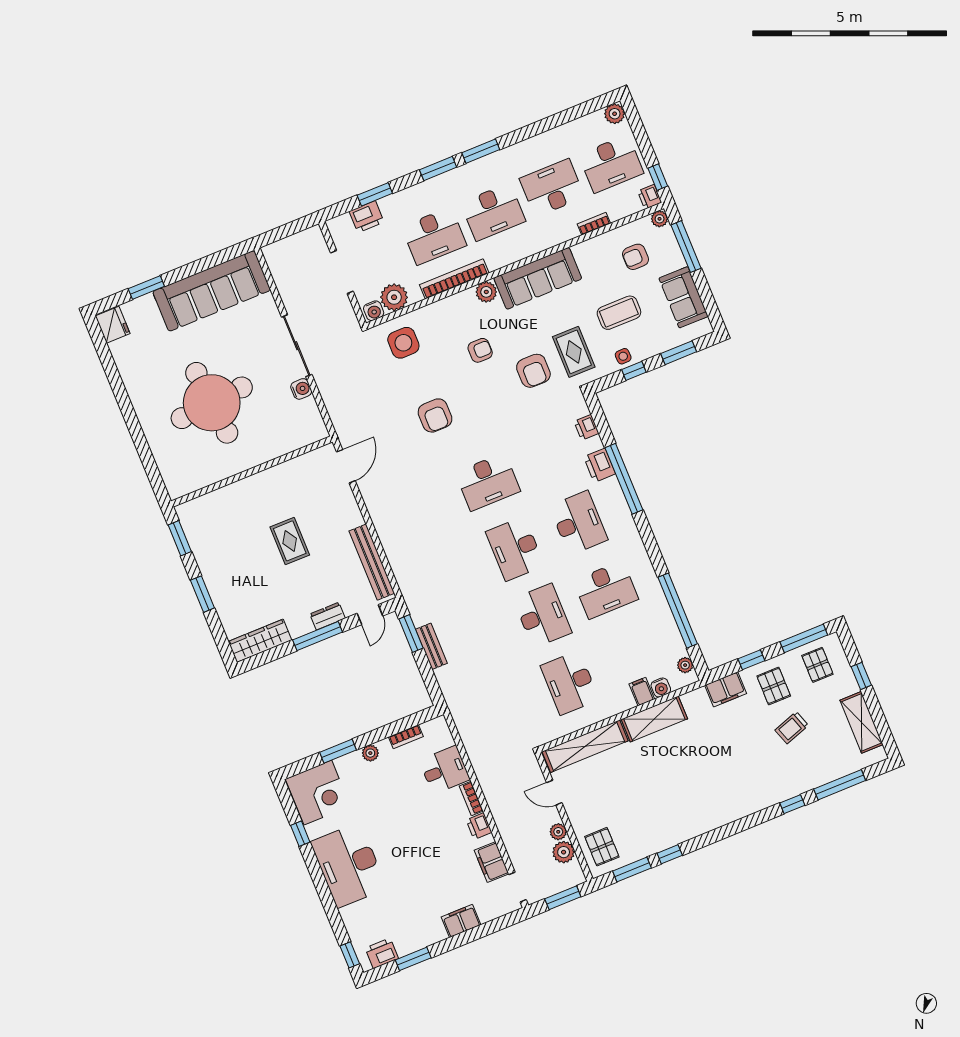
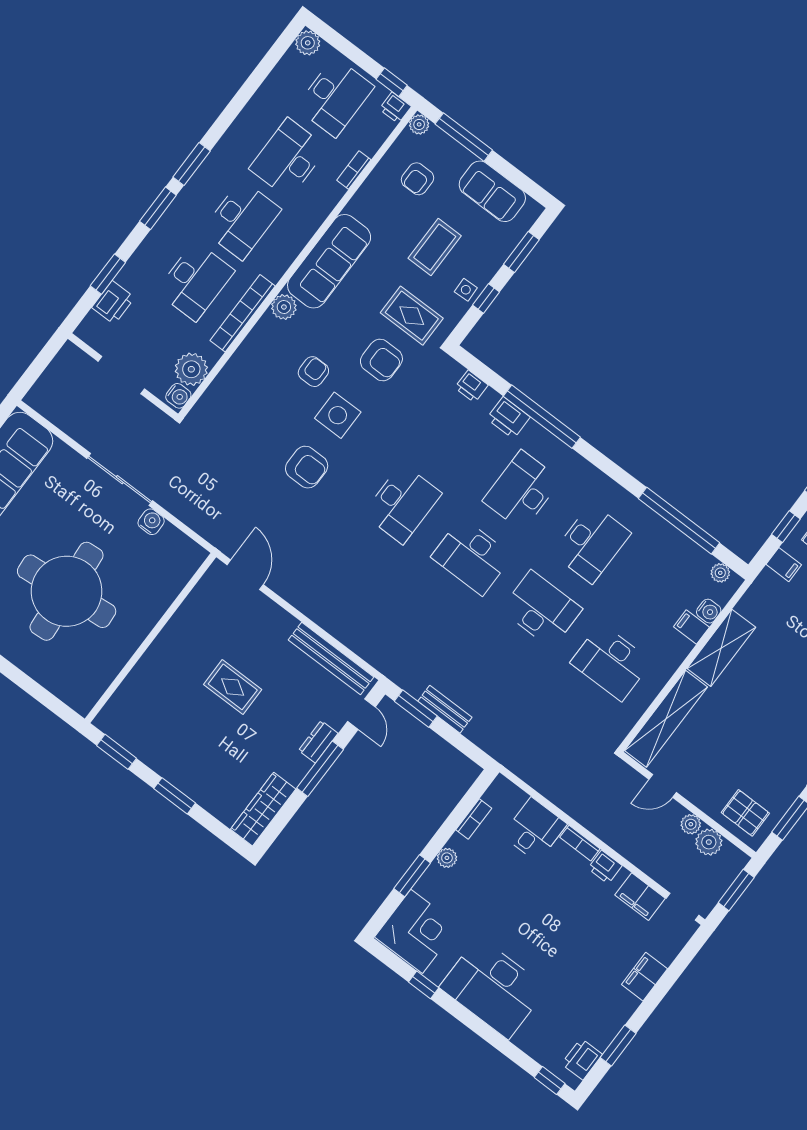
side table: (403, 343) -> (338, 415), moved
desk: (579, 523) -> (522, 490), turned -90
filing cabinet: (726, 689) -> (784, 565), width x0.50

